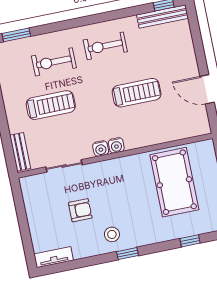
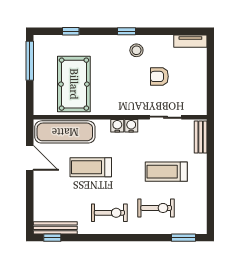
exercise mat: (174, 126) -> (65, 132), added

